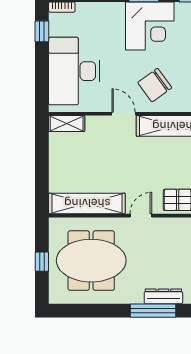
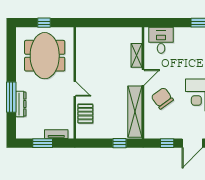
desk: (74, 71) -> (161, 40), width x0.53, depth x0.77
shelving: (67, 124) -> (136, 55), moved
shelving: (87, 203) -> (83, 53), removed

